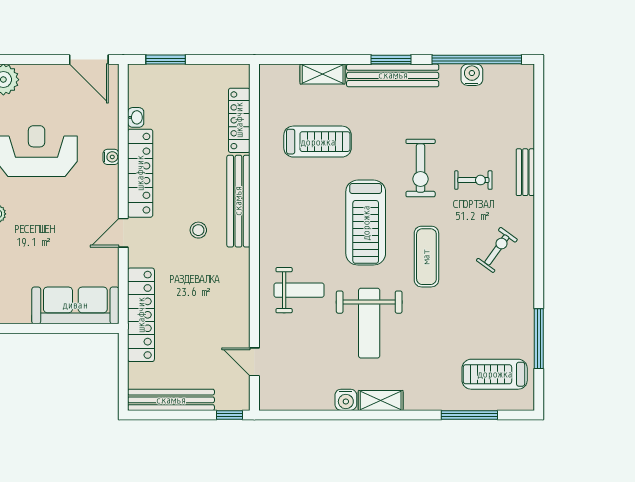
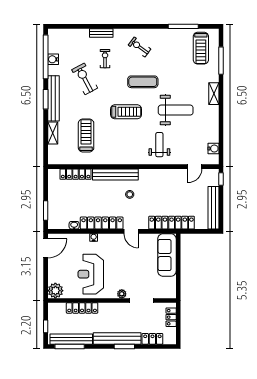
exercise bike: (421, 168) -> (85, 79), moved, turned -118
treadmill: (366, 223) -> (126, 112), width x0.73, depth x0.73
water cooler: (346, 400) -> (213, 149), moved
shelving: (381, 401) -> (214, 94), moved

